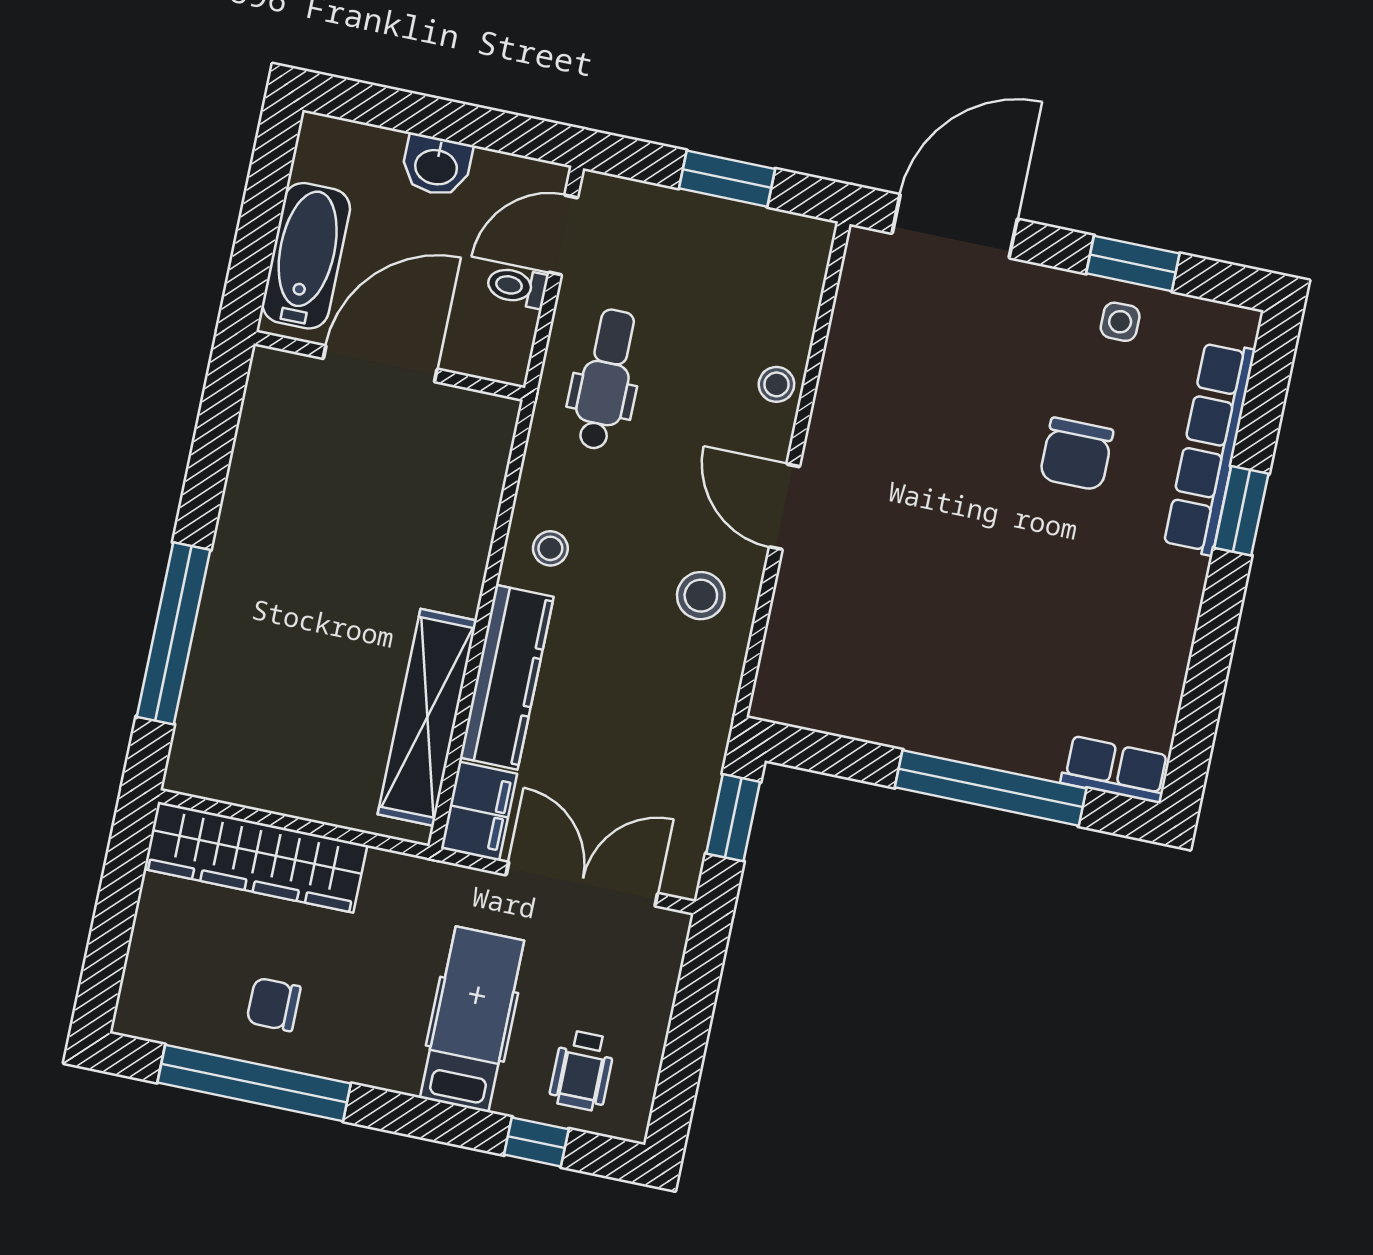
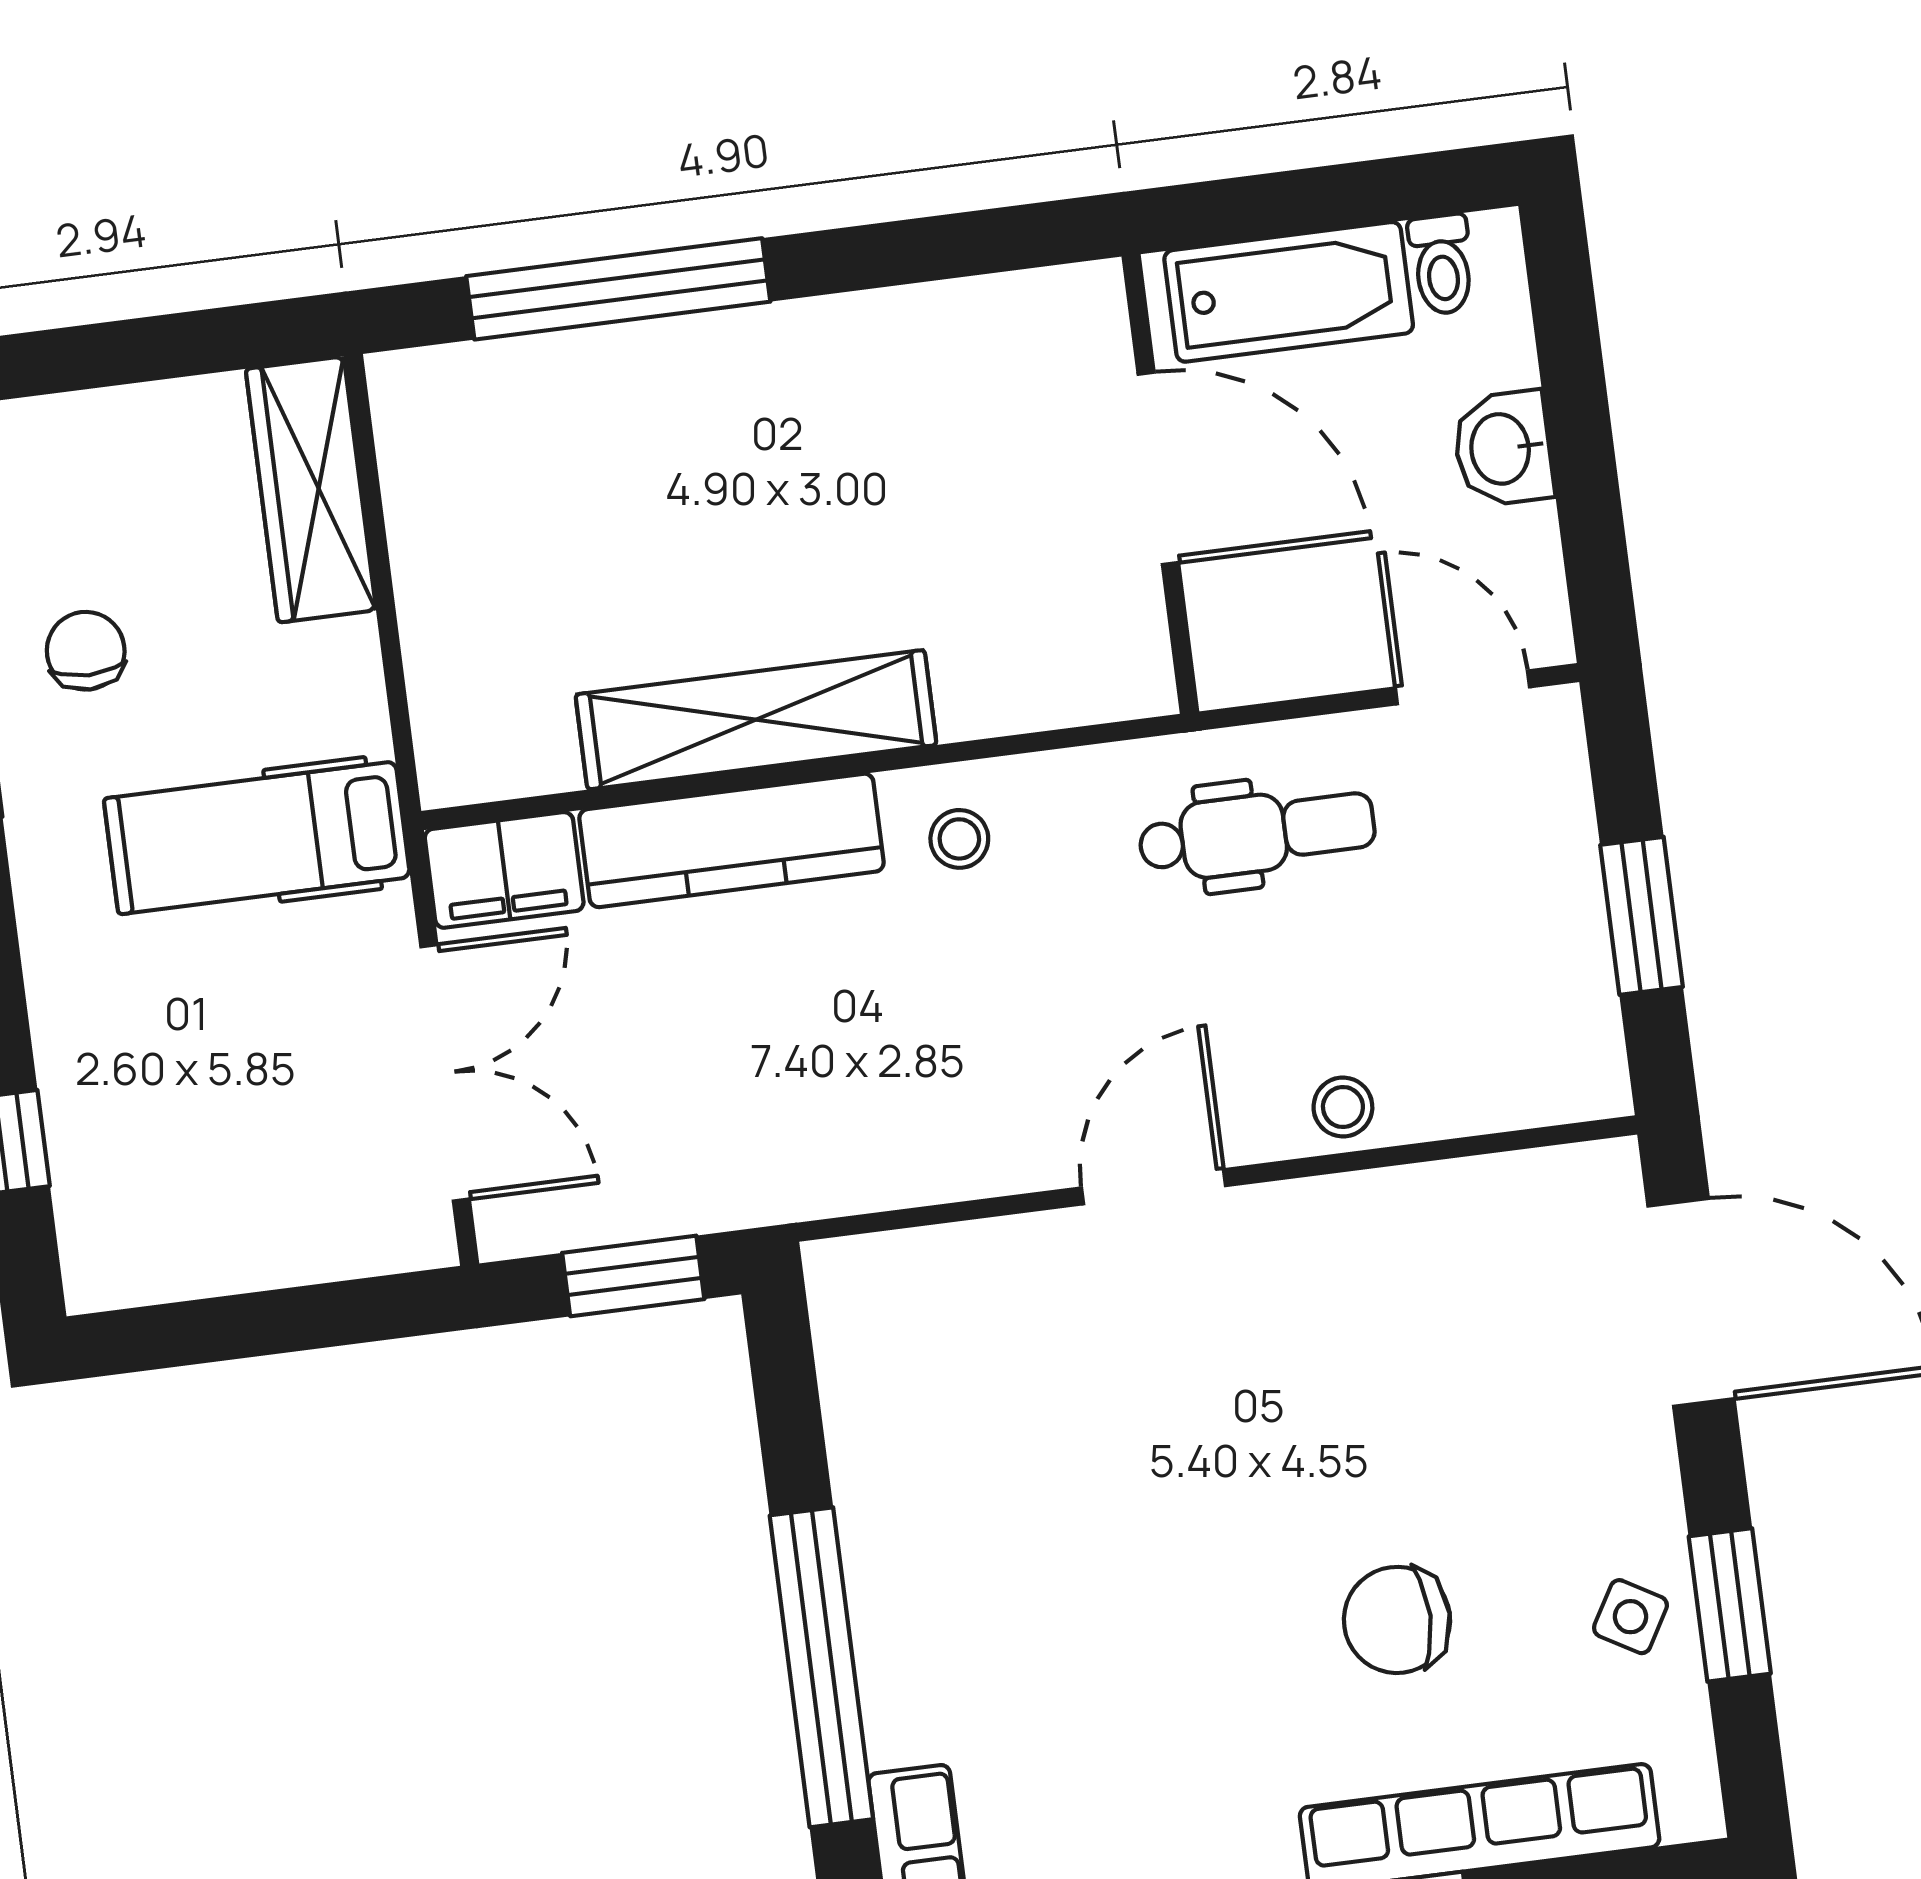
toilet: (517, 287) -> (1442, 264), moved, turned 180
side table: (1120, 322) -> (1630, 1617), turned 30
stool: (701, 596) -> (967, 1103), removed
shelving: (427, 717) -> (756, 720), moved
wardrobe: (256, 857) -> (311, 490), width x0.71, depth x0.85
hospital bed: (472, 1019) -> (257, 838), moved, turned 180
wheelchair: (582, 1070) -> (150, 1175), removed

